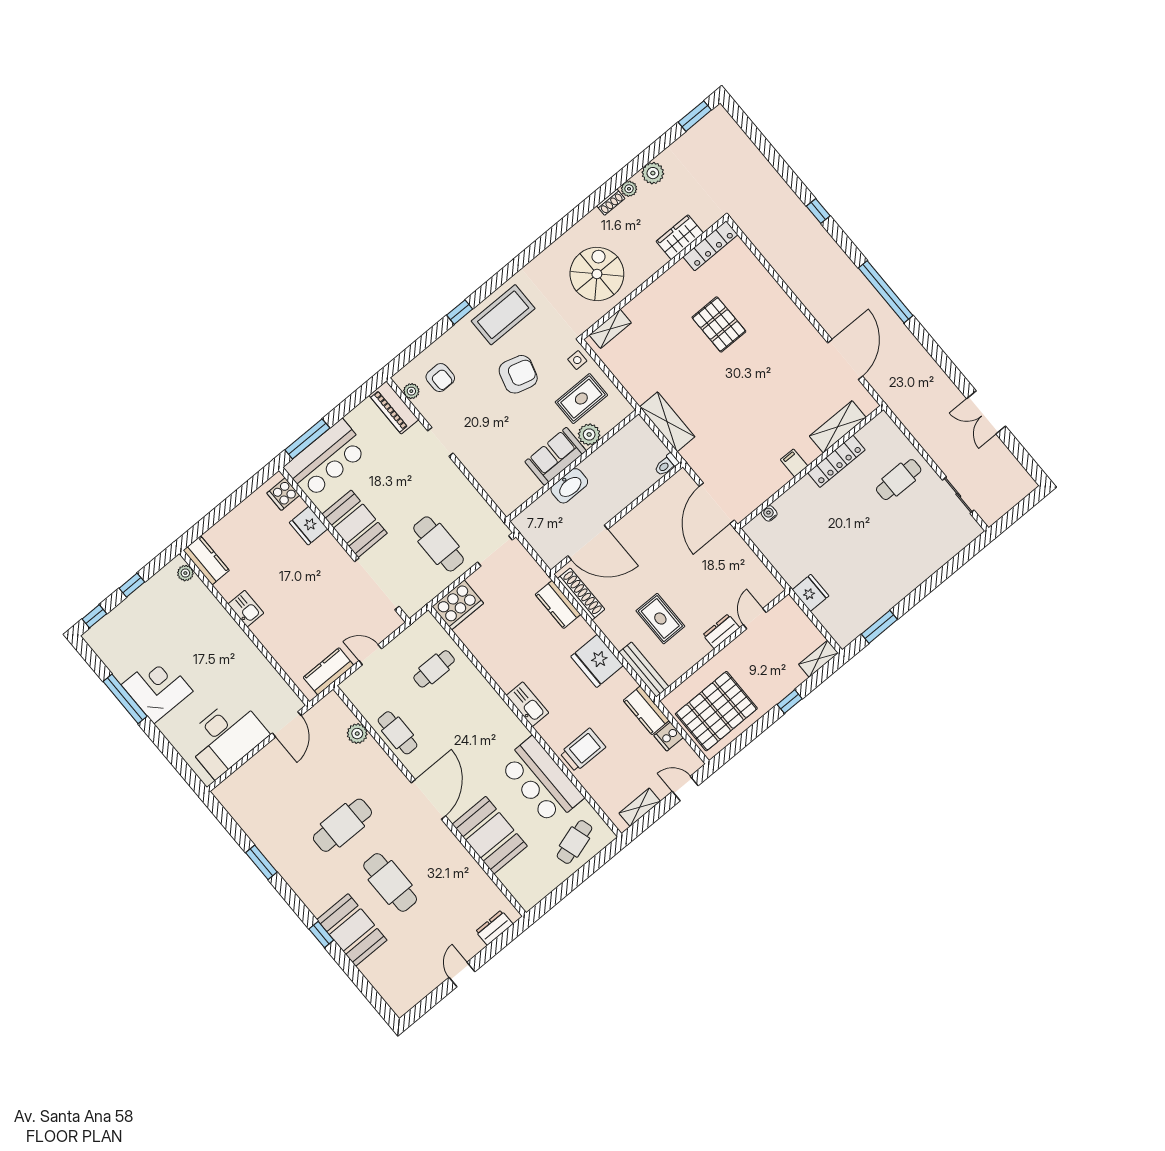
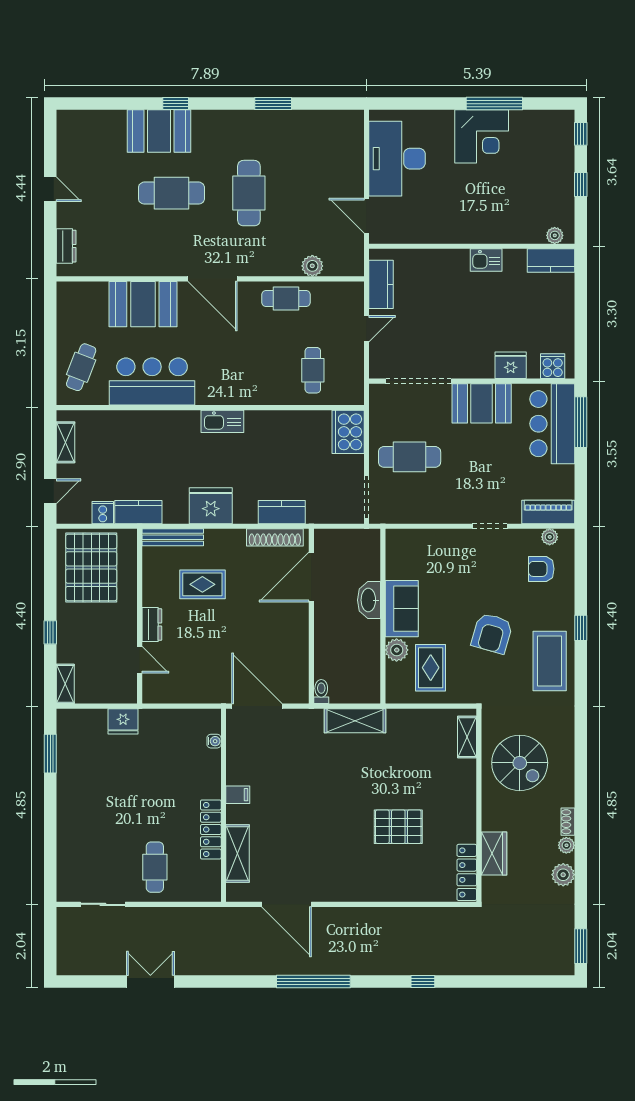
side table: (577, 360) -> (464, 690), removed
trolley: (583, 750) -> (149, 435), removed
cafe table: (574, 842) -> (81, 367), turned 38

